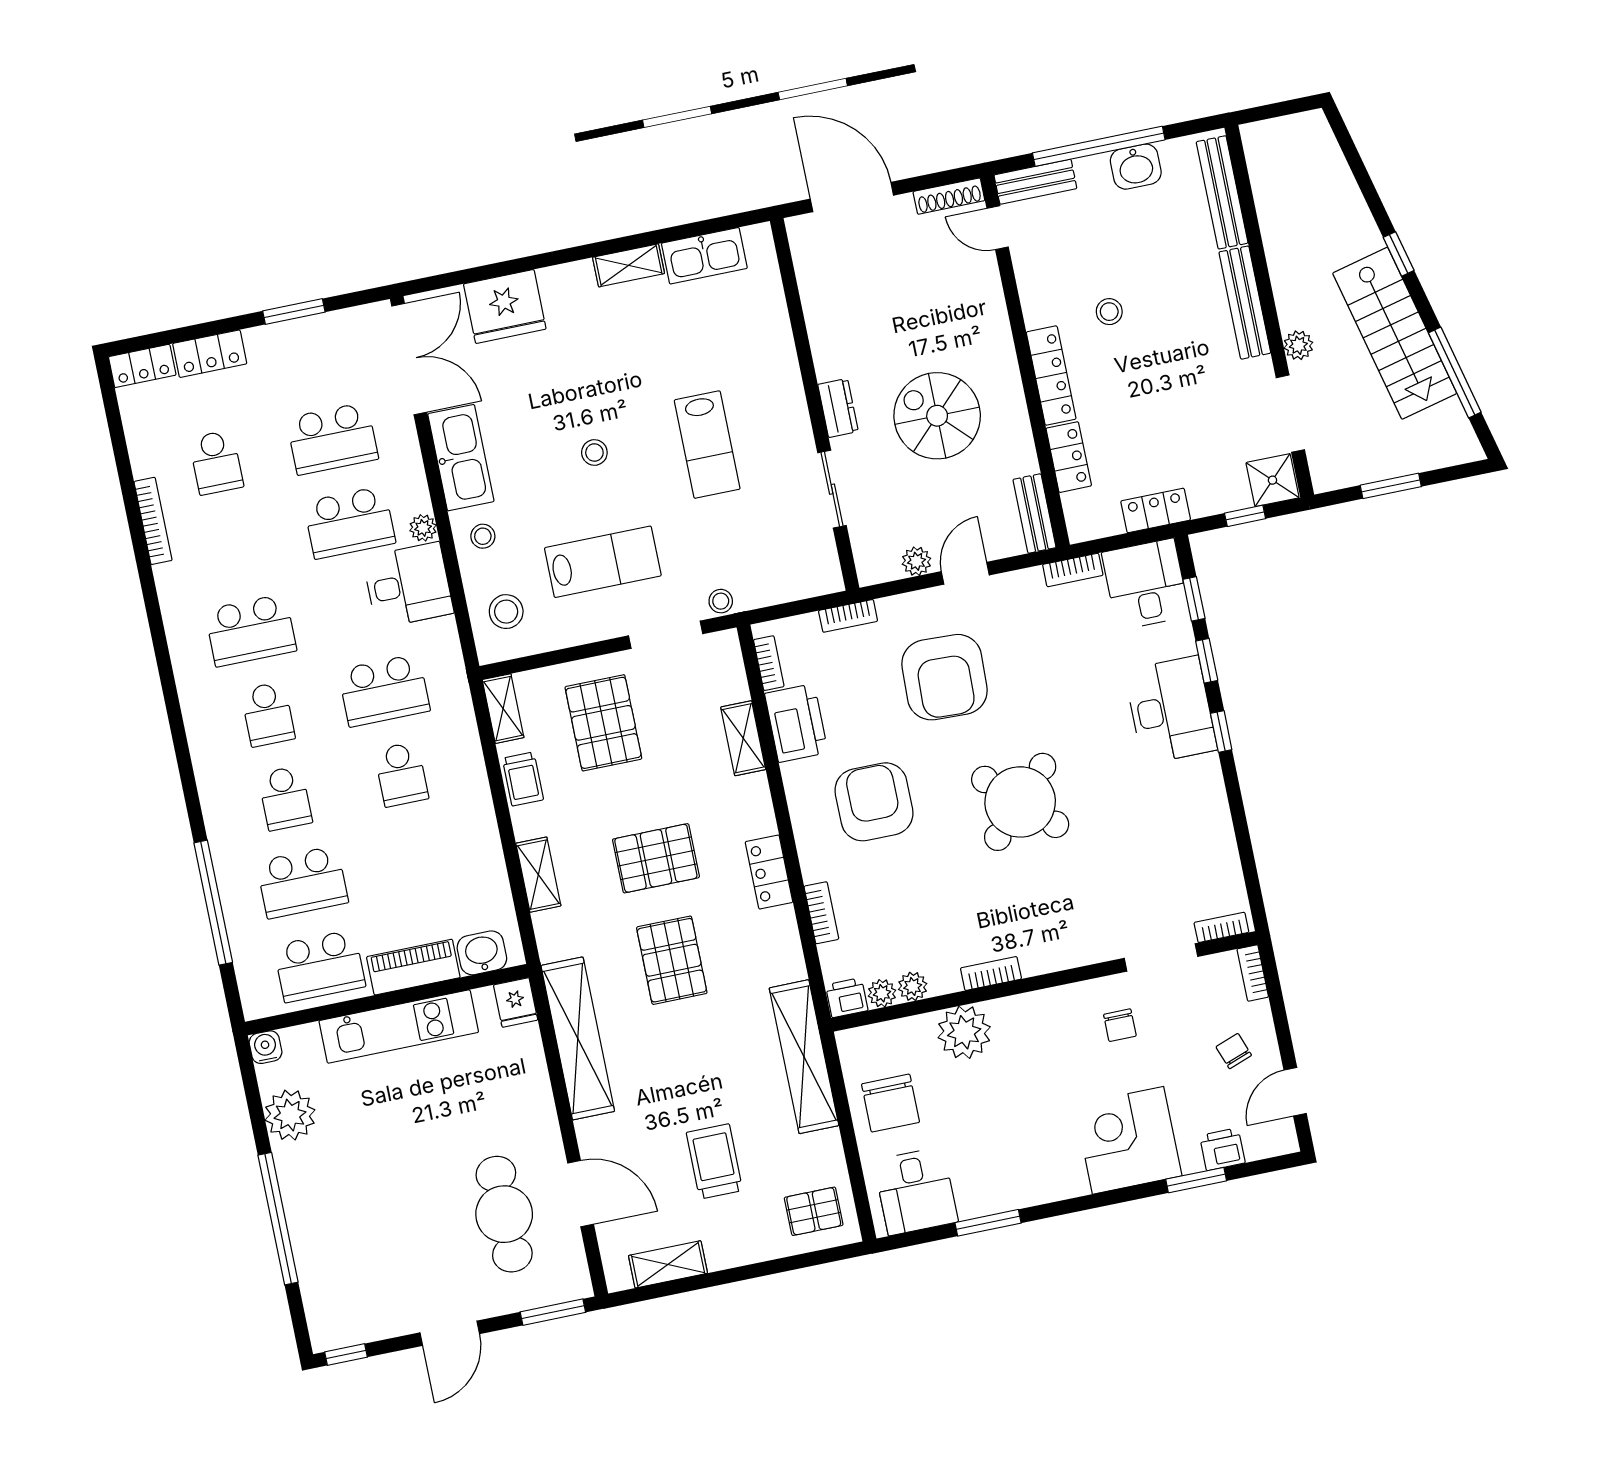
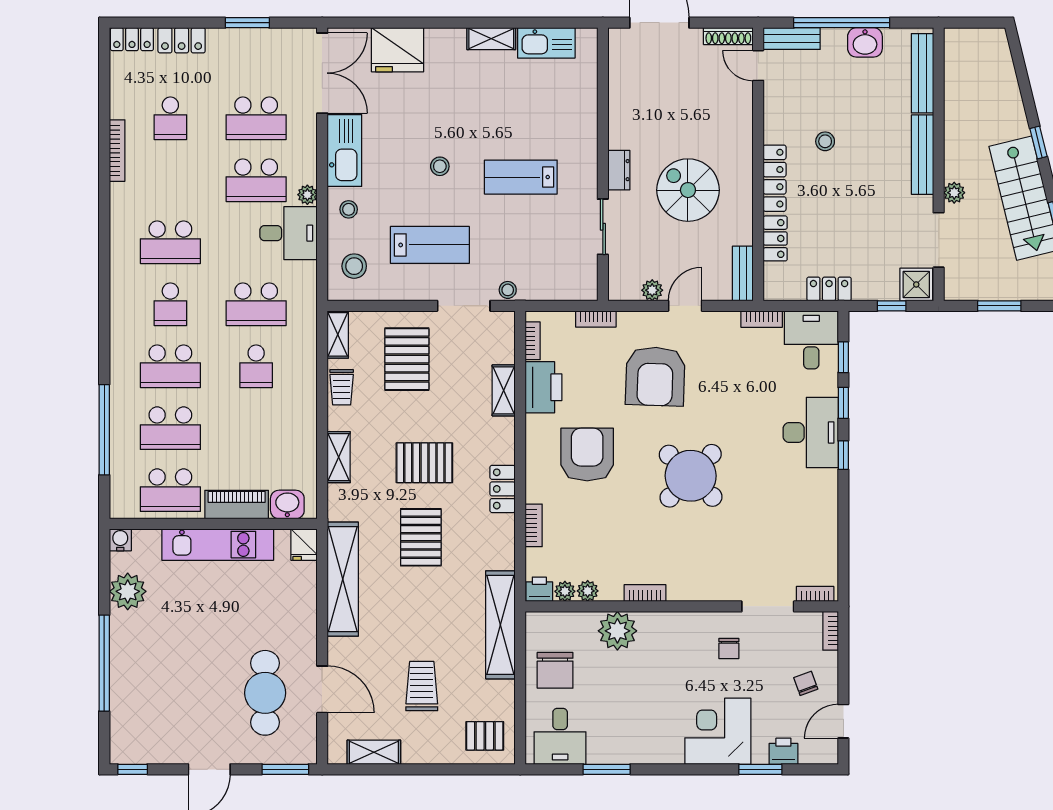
lab bench: (707, 445) -> (521, 177), turned 90
school desk: (285, 798) -> (170, 366), width x1.85

